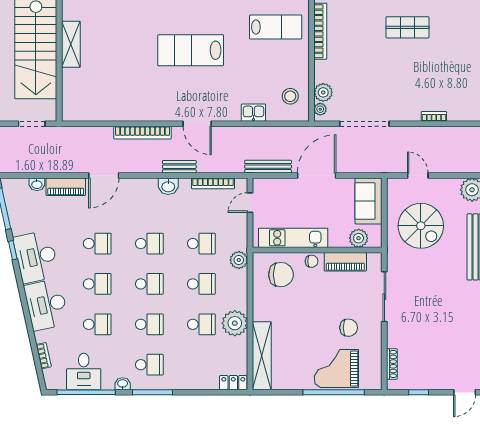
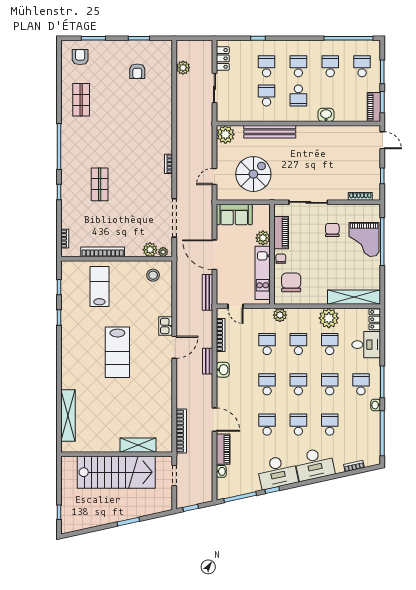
shelving: (71, 44) -> (138, 445), moved
kitchen sink: (253, 113) -> (166, 326), moved
bookcase: (143, 133) -> (181, 431), moved
plant: (359, 238) -> (263, 238), moved
desk: (84, 371) -> (366, 345), moved

